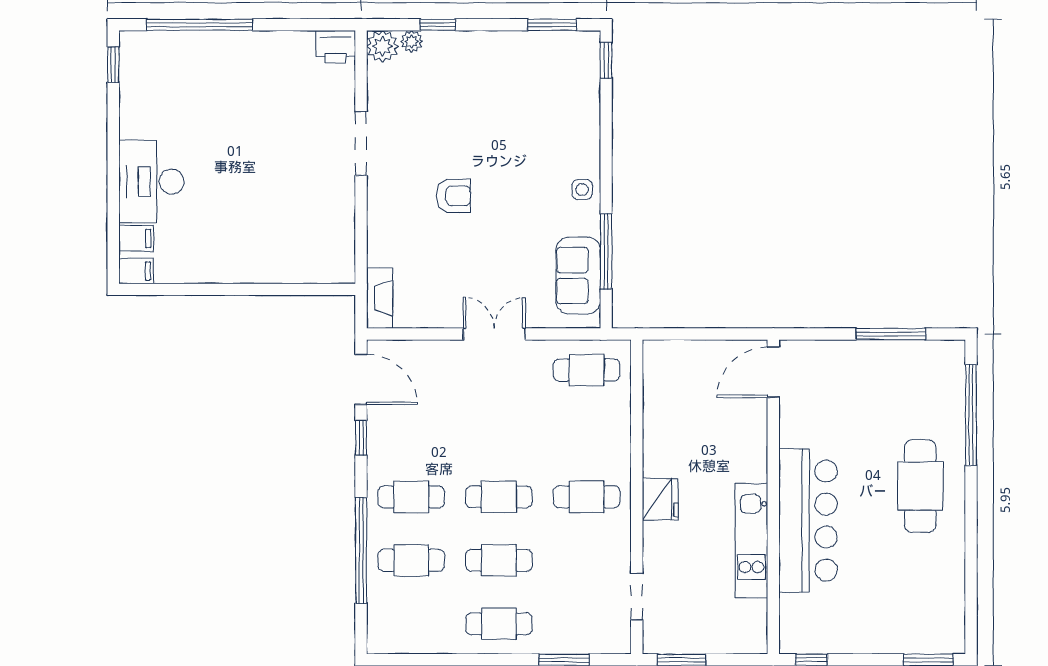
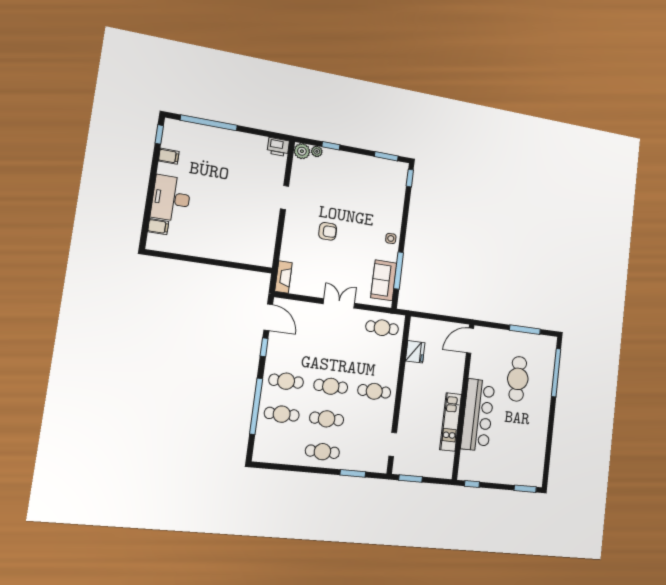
doorway: (361, 143) -> (285, 197), width x0.73
filing cabinet: (136, 271) -> (169, 156), moved
cafe table: (920, 486) -> (518, 379), moved
fridge: (660, 499) -> (415, 352), moved

